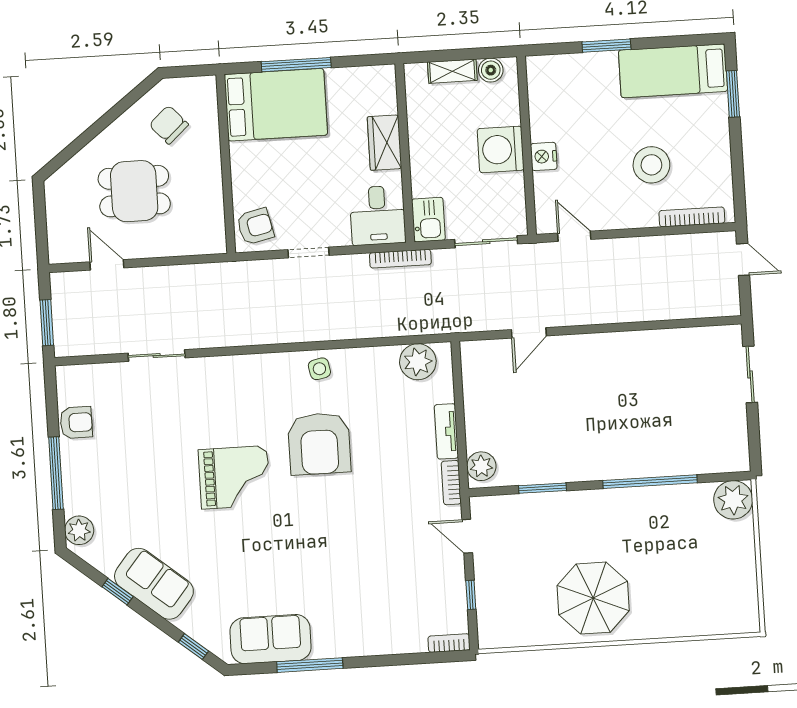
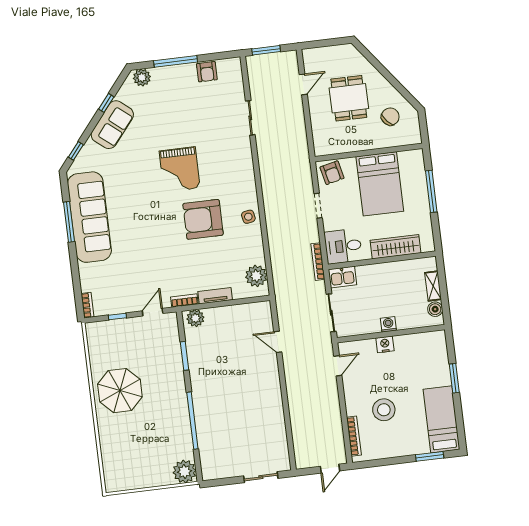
bed: (276, 105) -> (380, 184), moved
wardrobe: (384, 143) -> (395, 247), width x1.50
washing machine: (501, 149) -> (388, 324), width x0.53, depth x0.53
sofa: (271, 639) -> (89, 217), width x1.85, depth x1.27

